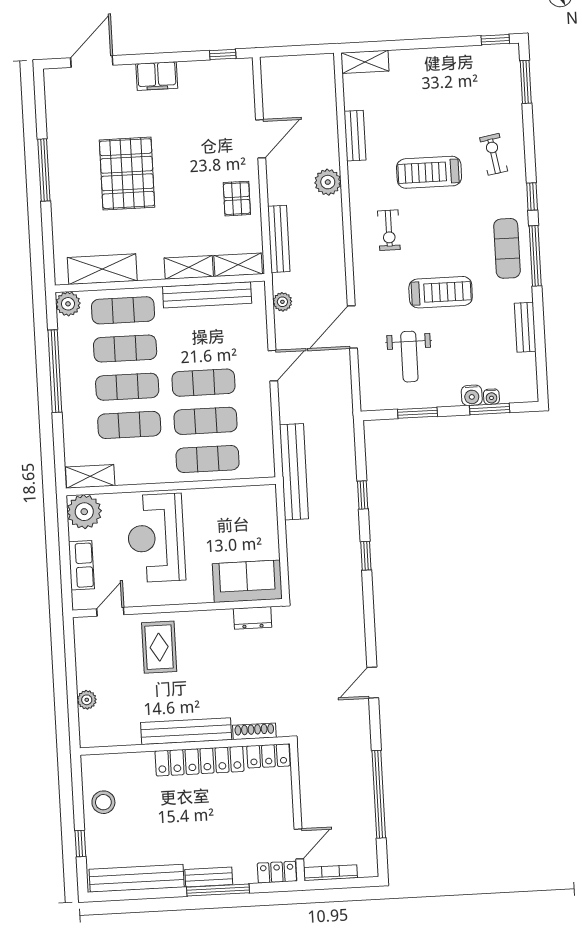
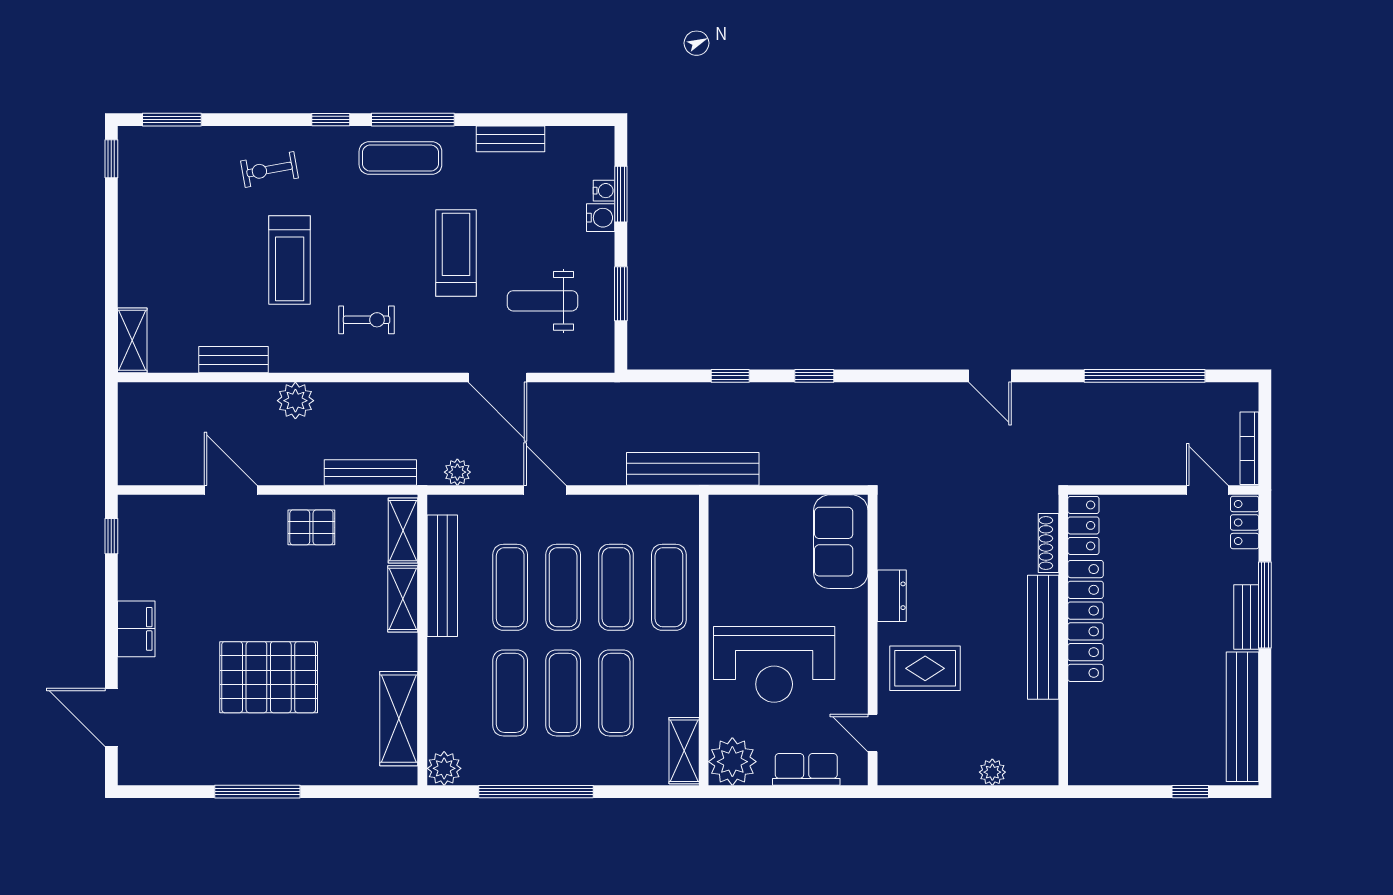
exercise mat: (123, 310) -> (510, 587), moved
weight bench: (409, 357) -> (542, 301), turned 180
dresser: (253, 618) -> (892, 596), moved
stool: (103, 802) -> (1135, 757), removed

